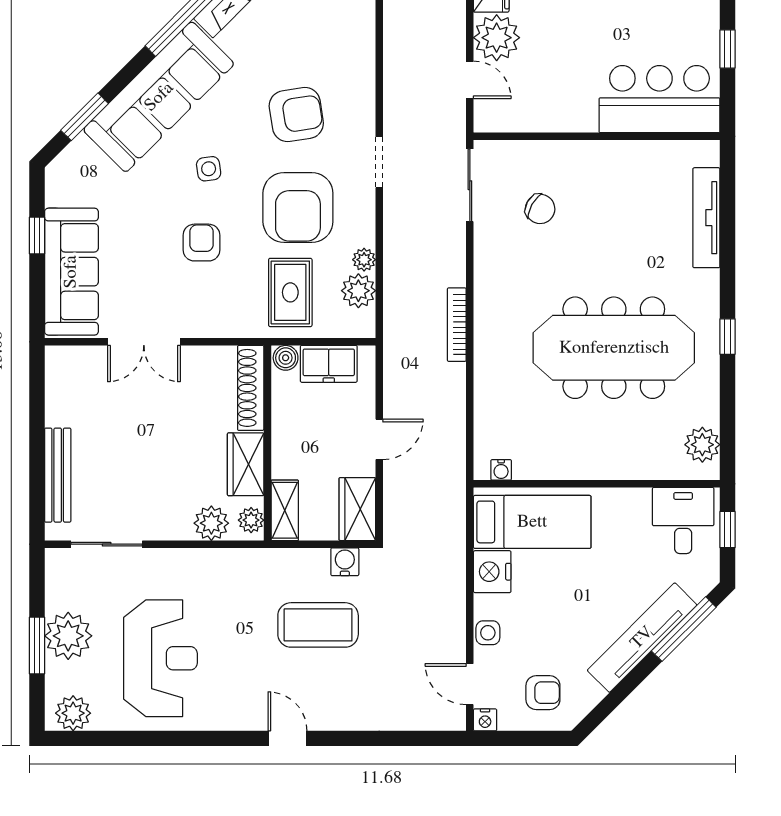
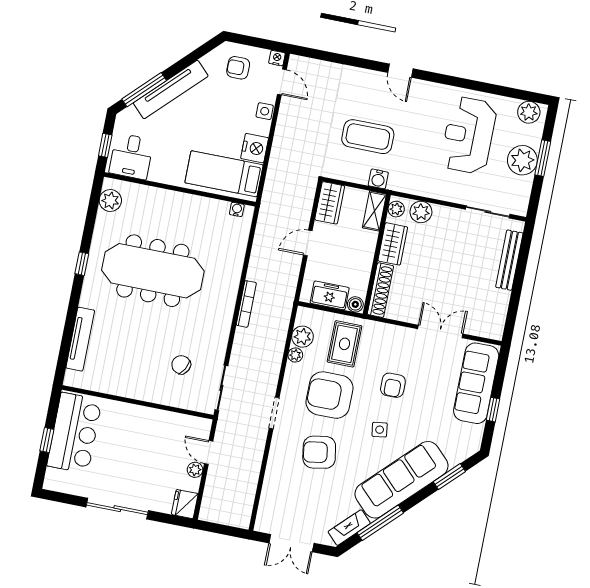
plant: (497, 38) -> (195, 470), width x0.53, depth x0.53
bar counter: (659, 99) -> (74, 433), moved, turned -90
armchair: (298, 207) -> (330, 395), turned -90
water cooler: (345, 562) -> (378, 179), moved

